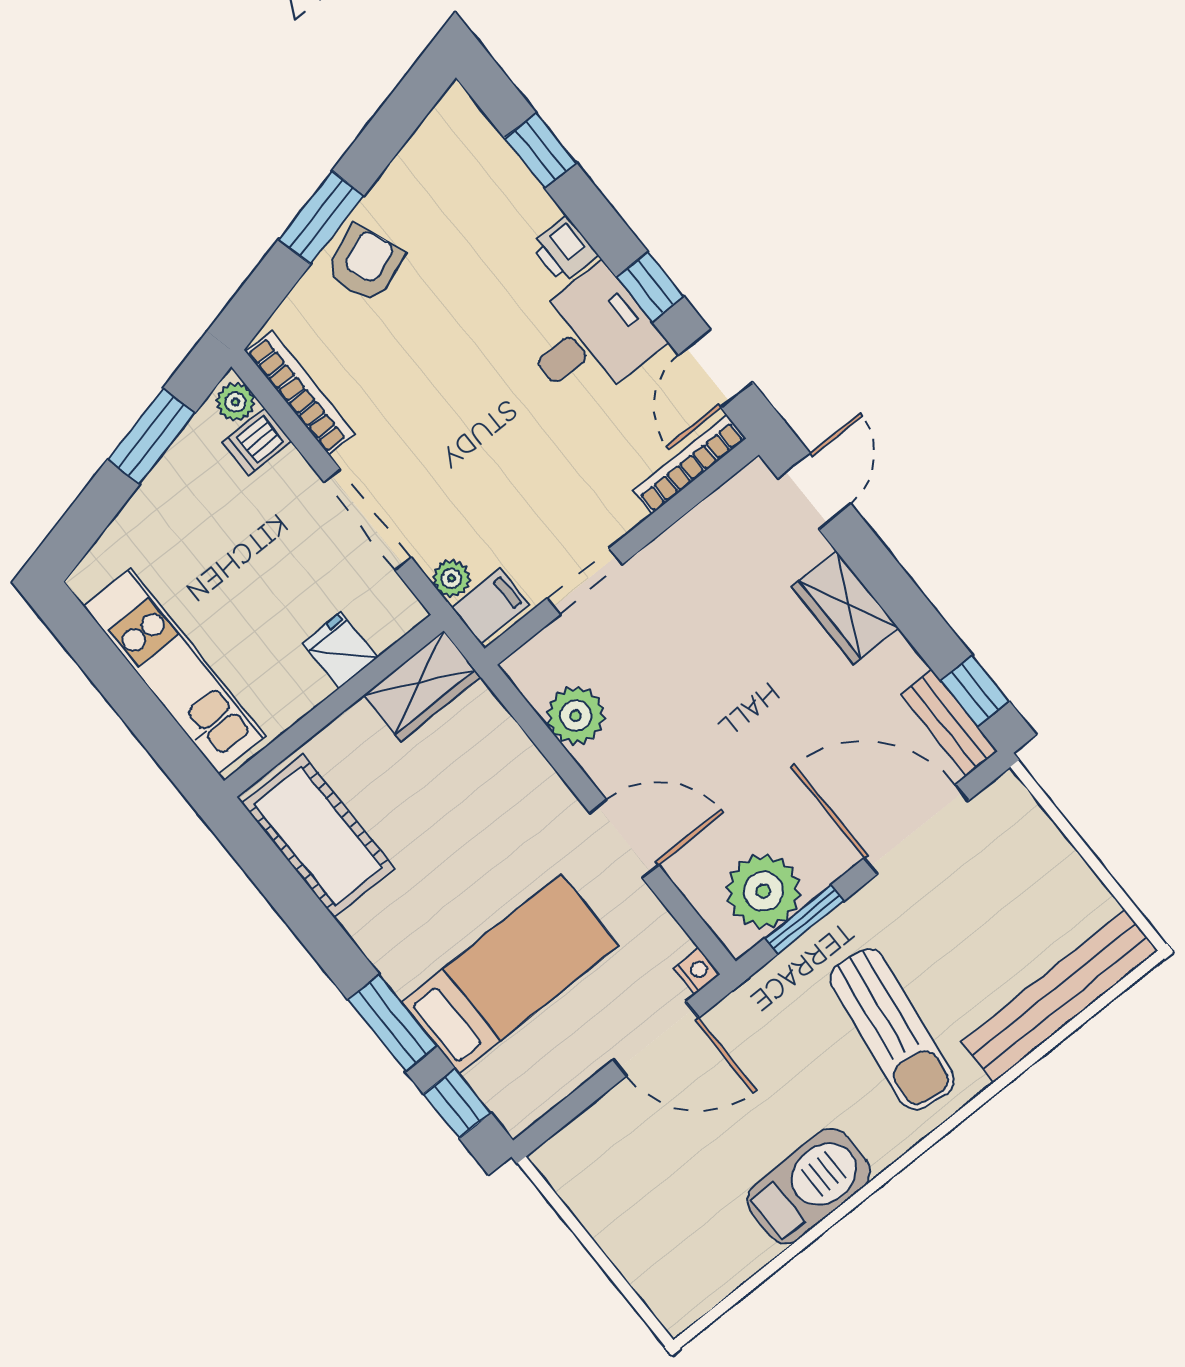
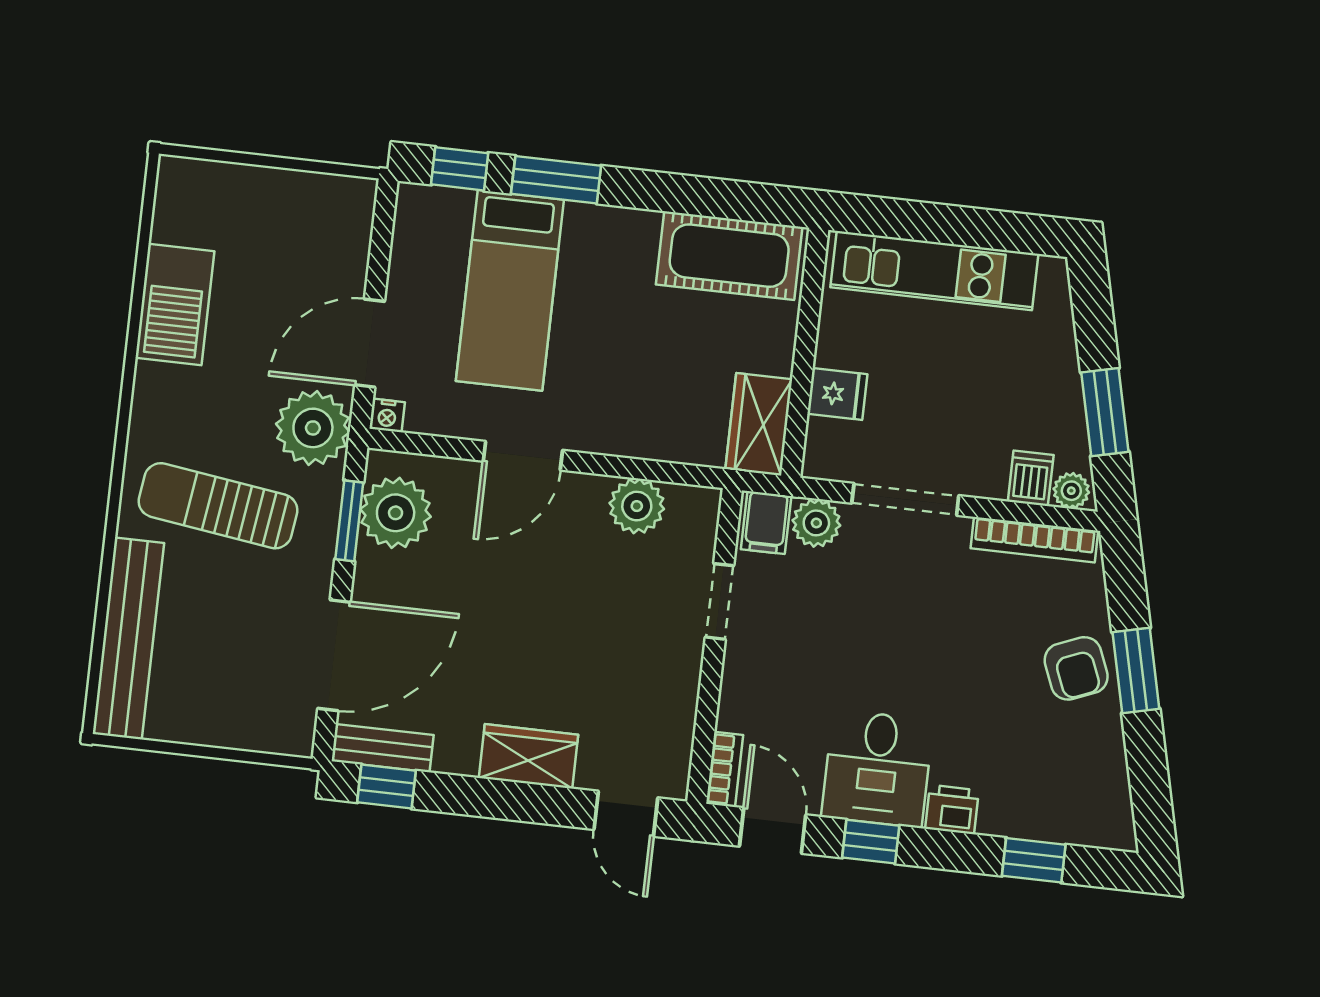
bookcase: (689, 464) -> (725, 769), width x0.64
plant: (451, 578) -> (816, 523), width x1.38, depth x1.38
plant: (762, 1017) -> (313, 428), added
barbecue: (809, 1186) -> (175, 305), moved

